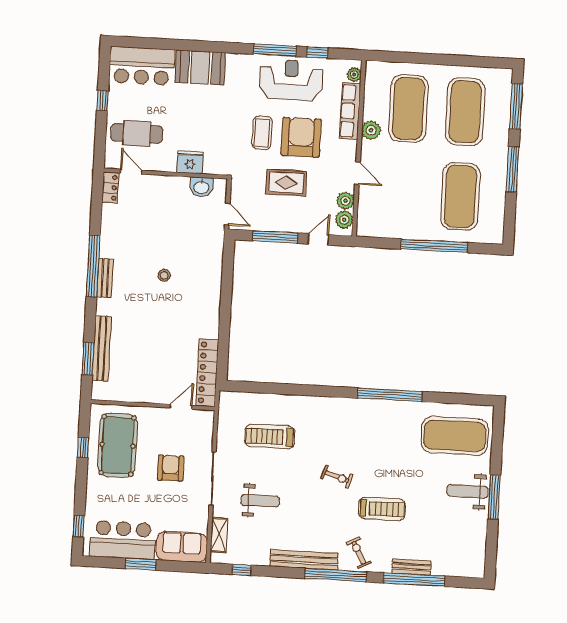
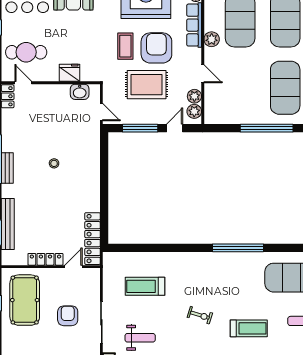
rug: (286, 183) -> (147, 85), width x1.36, depth x1.43
locker: (147, 395) -> (45, 259), added
treadmill: (382, 509) -> (249, 328), moved

